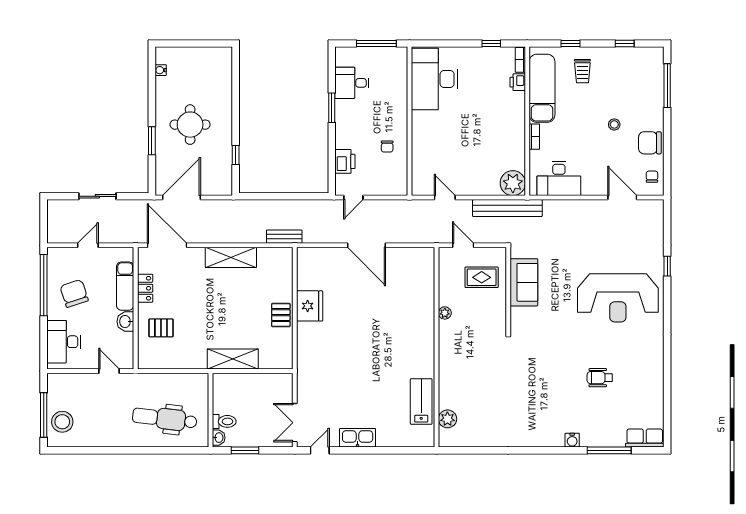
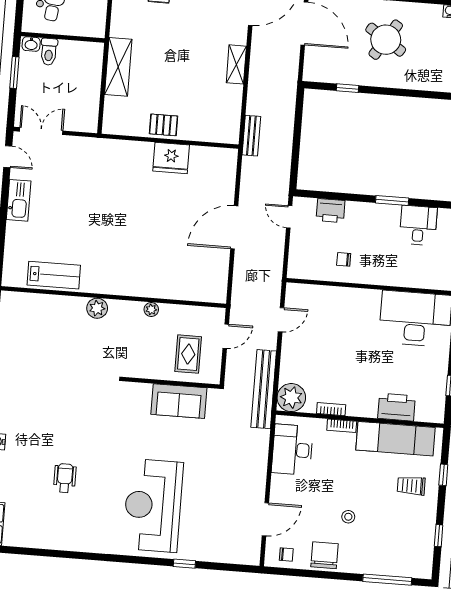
bookcase: (520, 60) -> (331, 409), moved
printer: (518, 82) -> (397, 407), width x1.87, depth x1.48
round table: (190, 125) -> (386, 40), turned 33
shelving: (231, 257) -> (236, 64), width x0.67, depth x0.75
plant: (447, 419) -> (97, 308), moved

